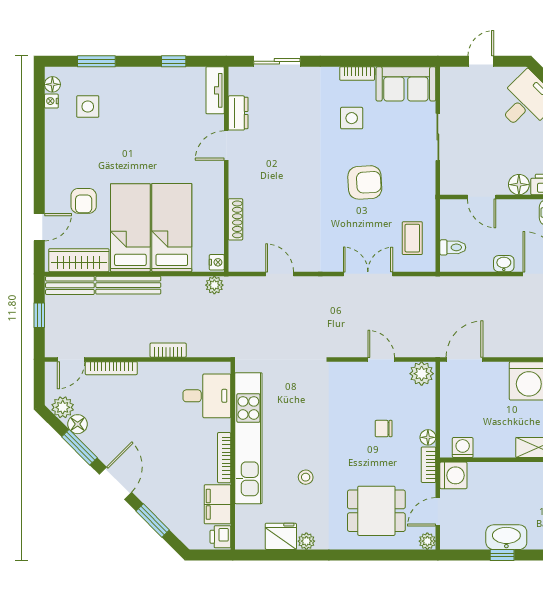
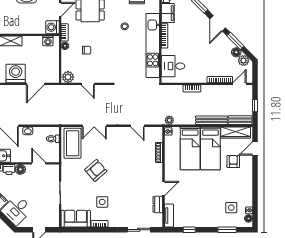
armchair: (365, 182) -> (96, 170), turned 142
coffee table: (412, 238) -> (73, 143), width x1.86, depth x1.72
door: (464, 359) -> (35, 84), moved

